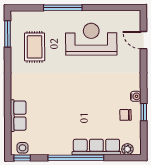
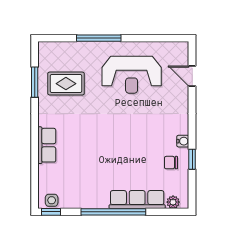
window: (7, 34) -> (35, 82), moved
reception desk: (91, 39) -> (132, 75), turned 180
rug: (35, 47) -> (66, 84), turned 90
row of seats: (18, 116) -> (47, 145), moved

